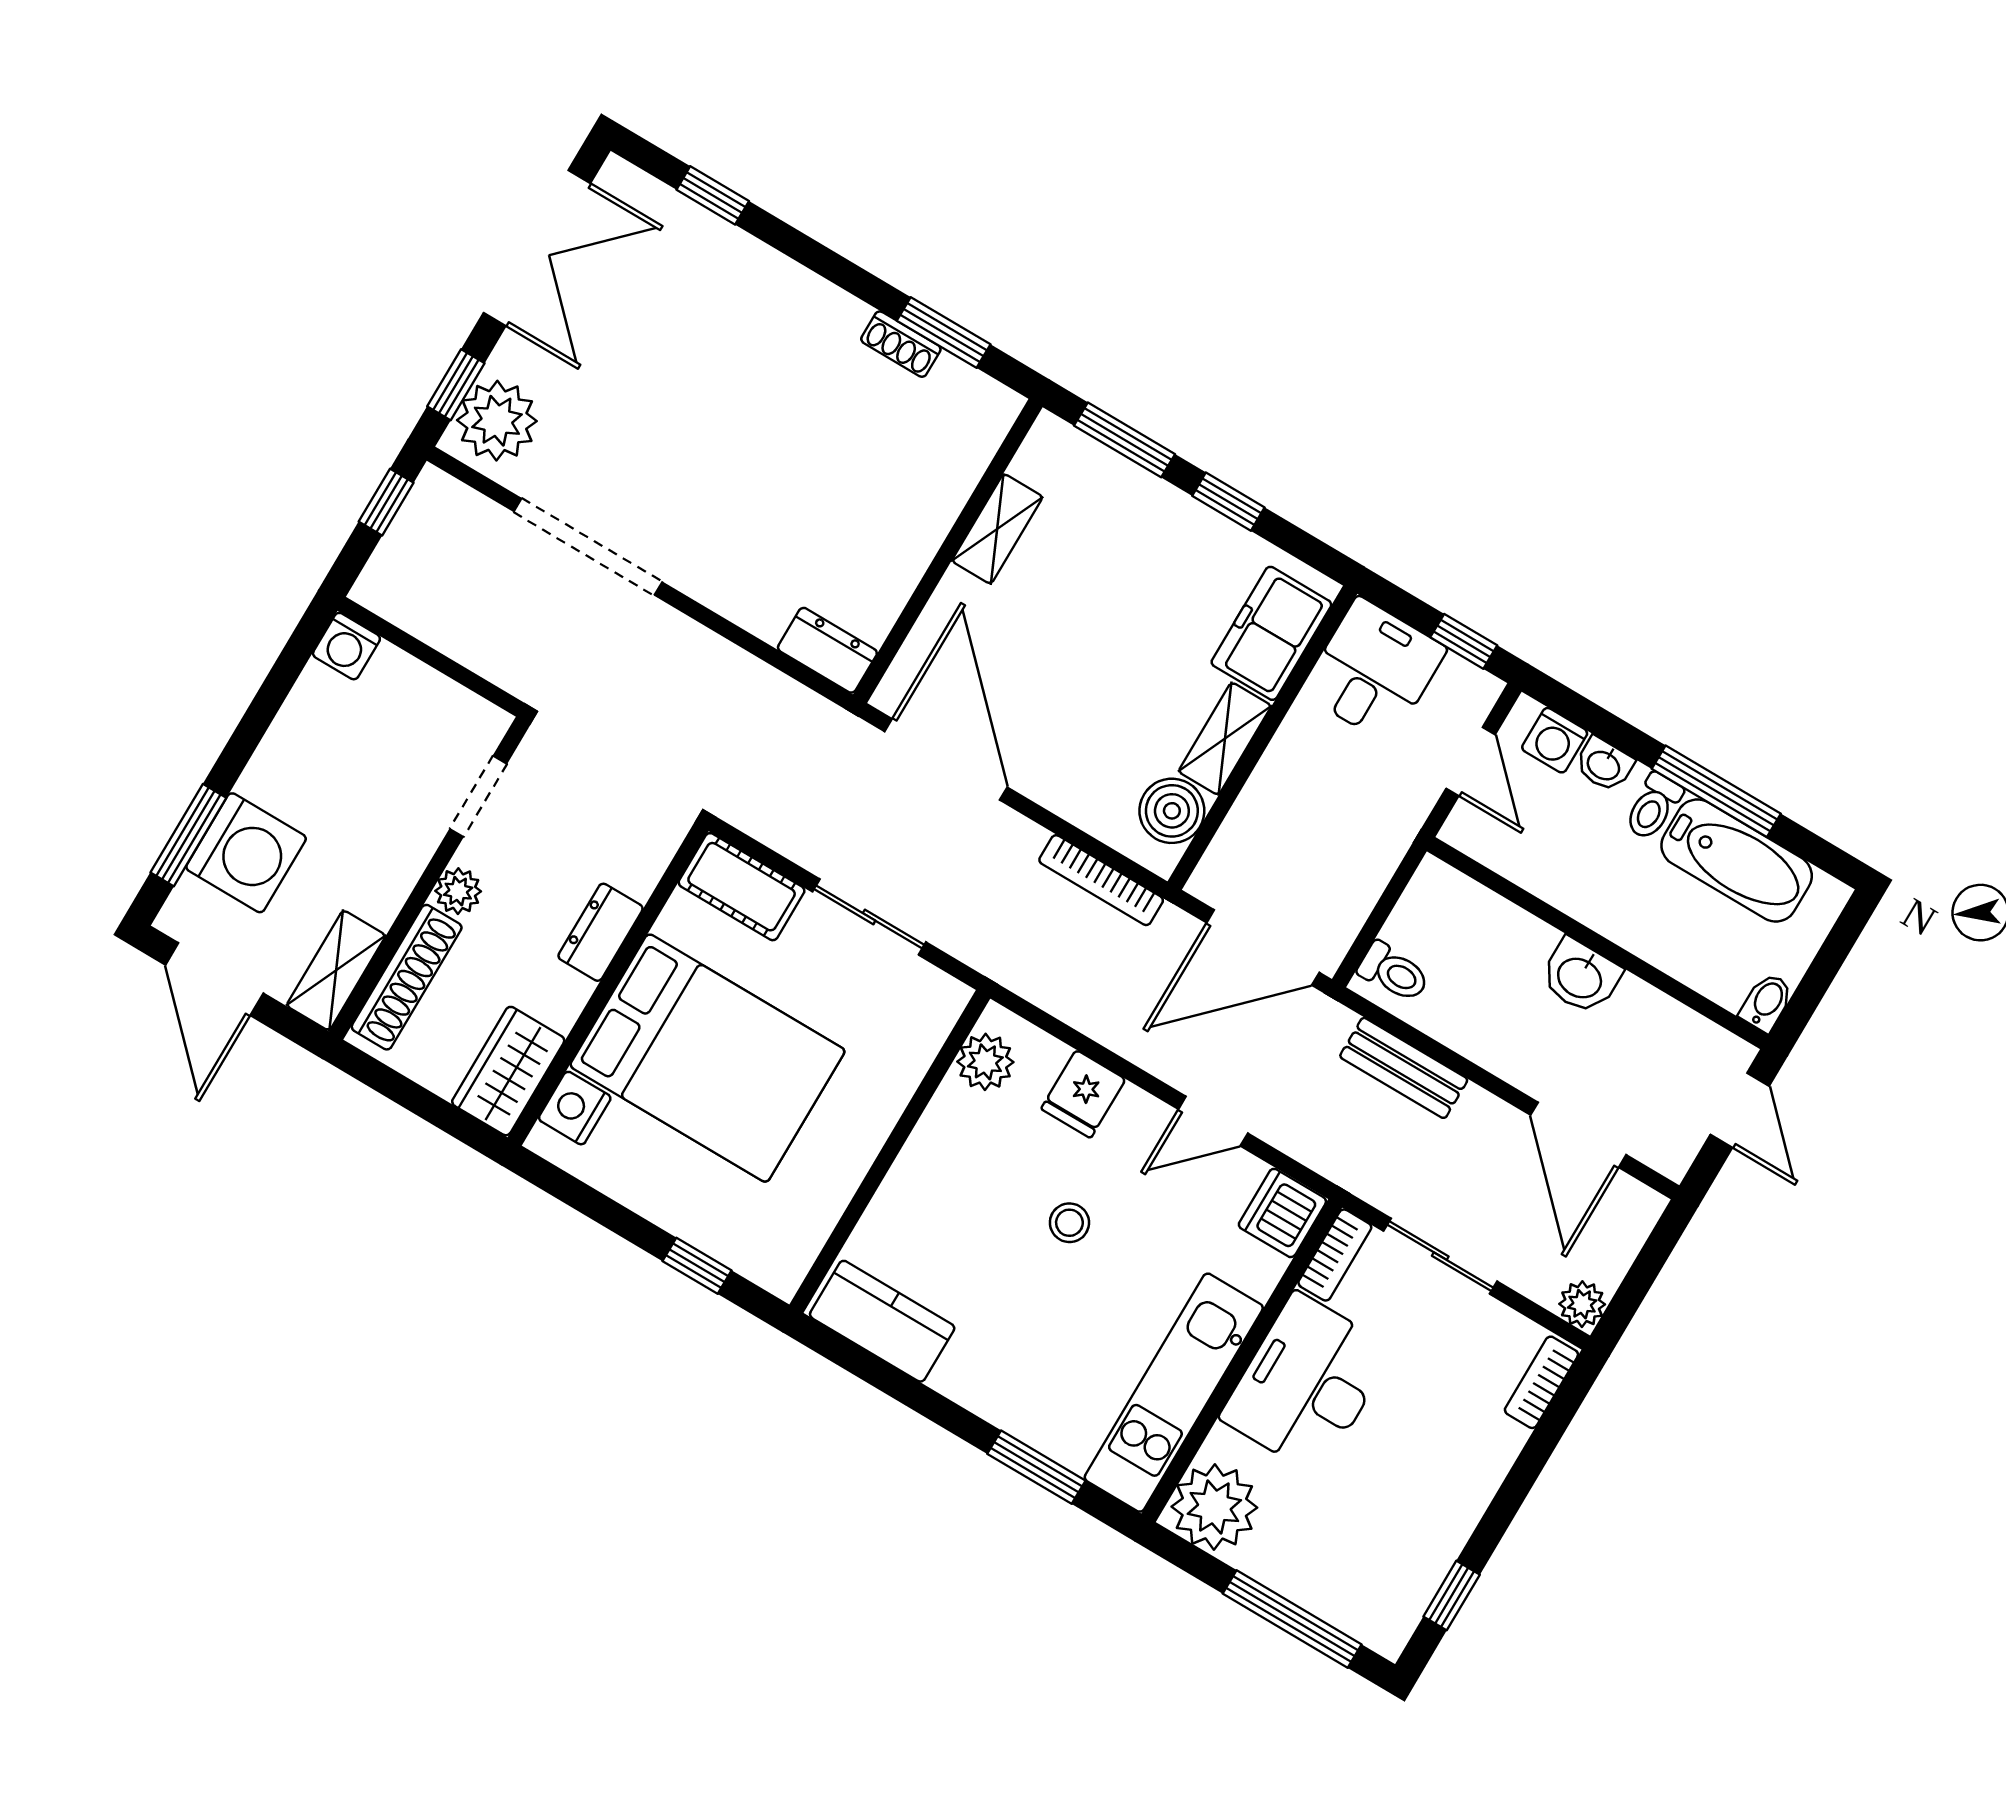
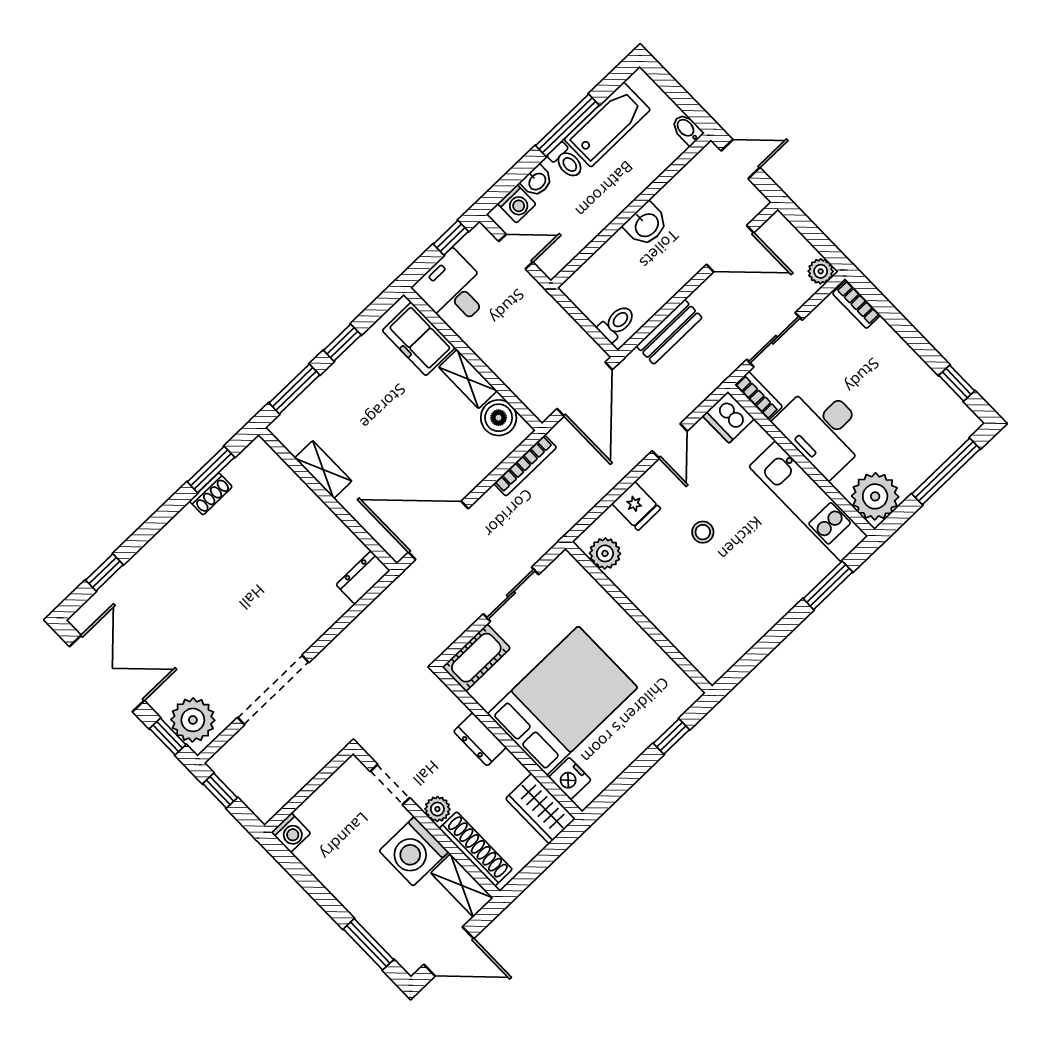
washing machine: (246, 853) -> (414, 851), moved, turned 180
kitchen counter: (882, 1321) -> (728, 646), removed

